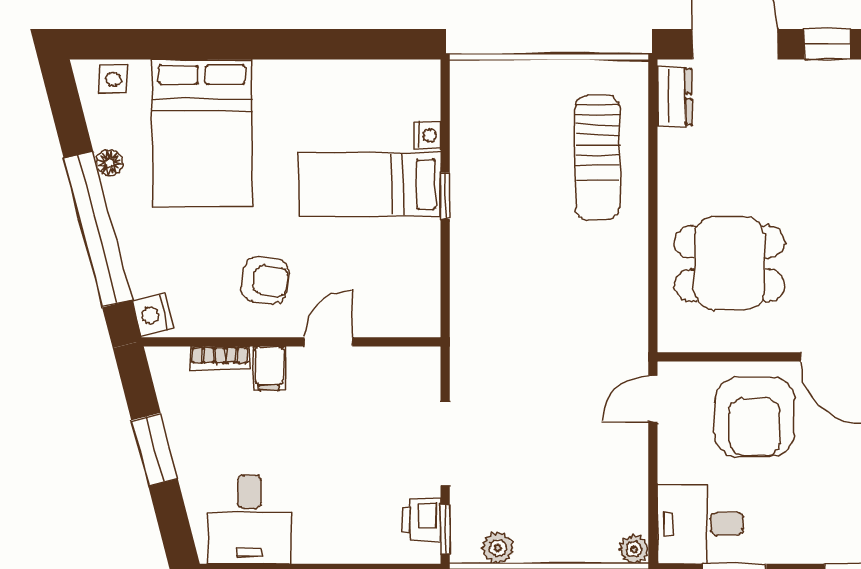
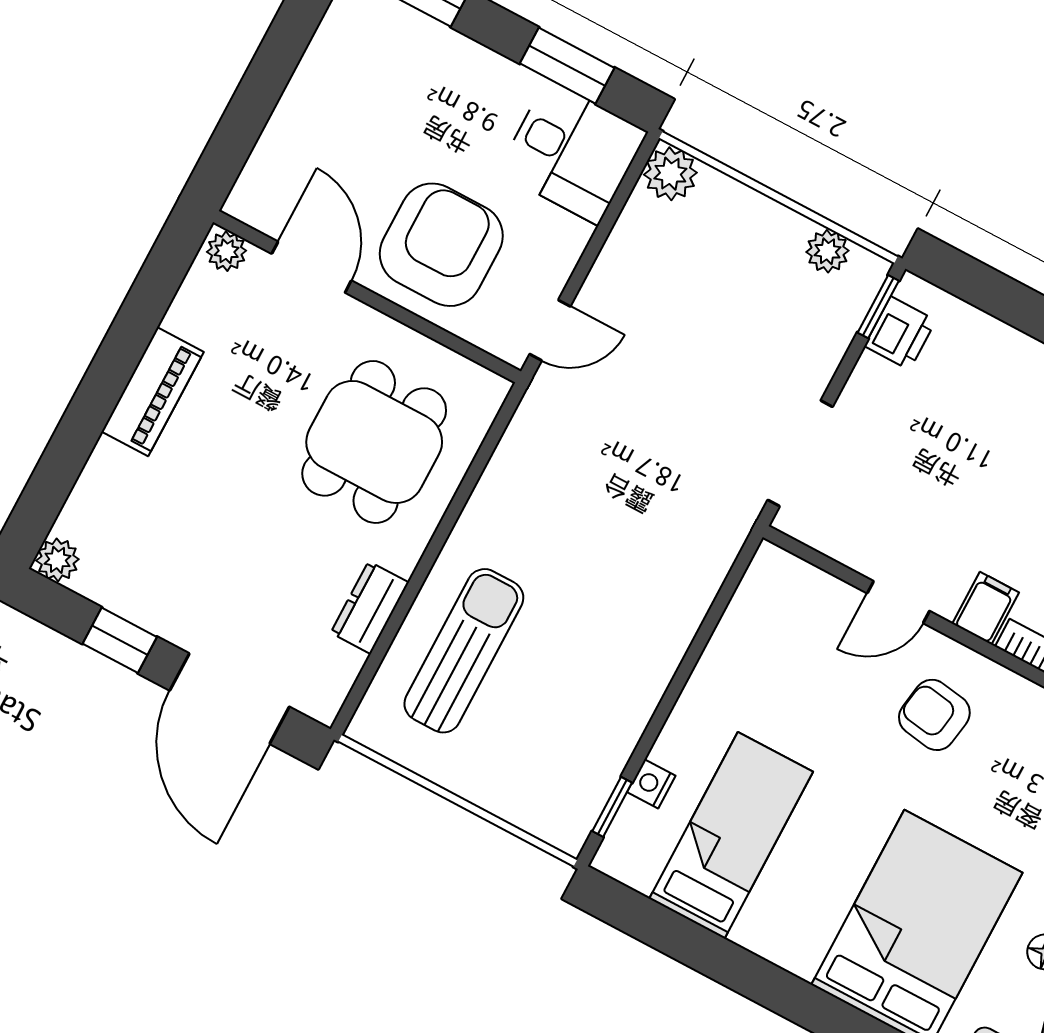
dresser: (674, 97) -> (370, 608), moved
bed: (370, 184) -> (731, 835), moved, turned -90
window: (445, 196) -> (612, 807), moved
dining table: (730, 264) -> (374, 442), turned 90
doorway: (445, 443) -> (800, 453), moved
plant: (634, 549) -> (670, 174), width x1.38, depth x1.38

